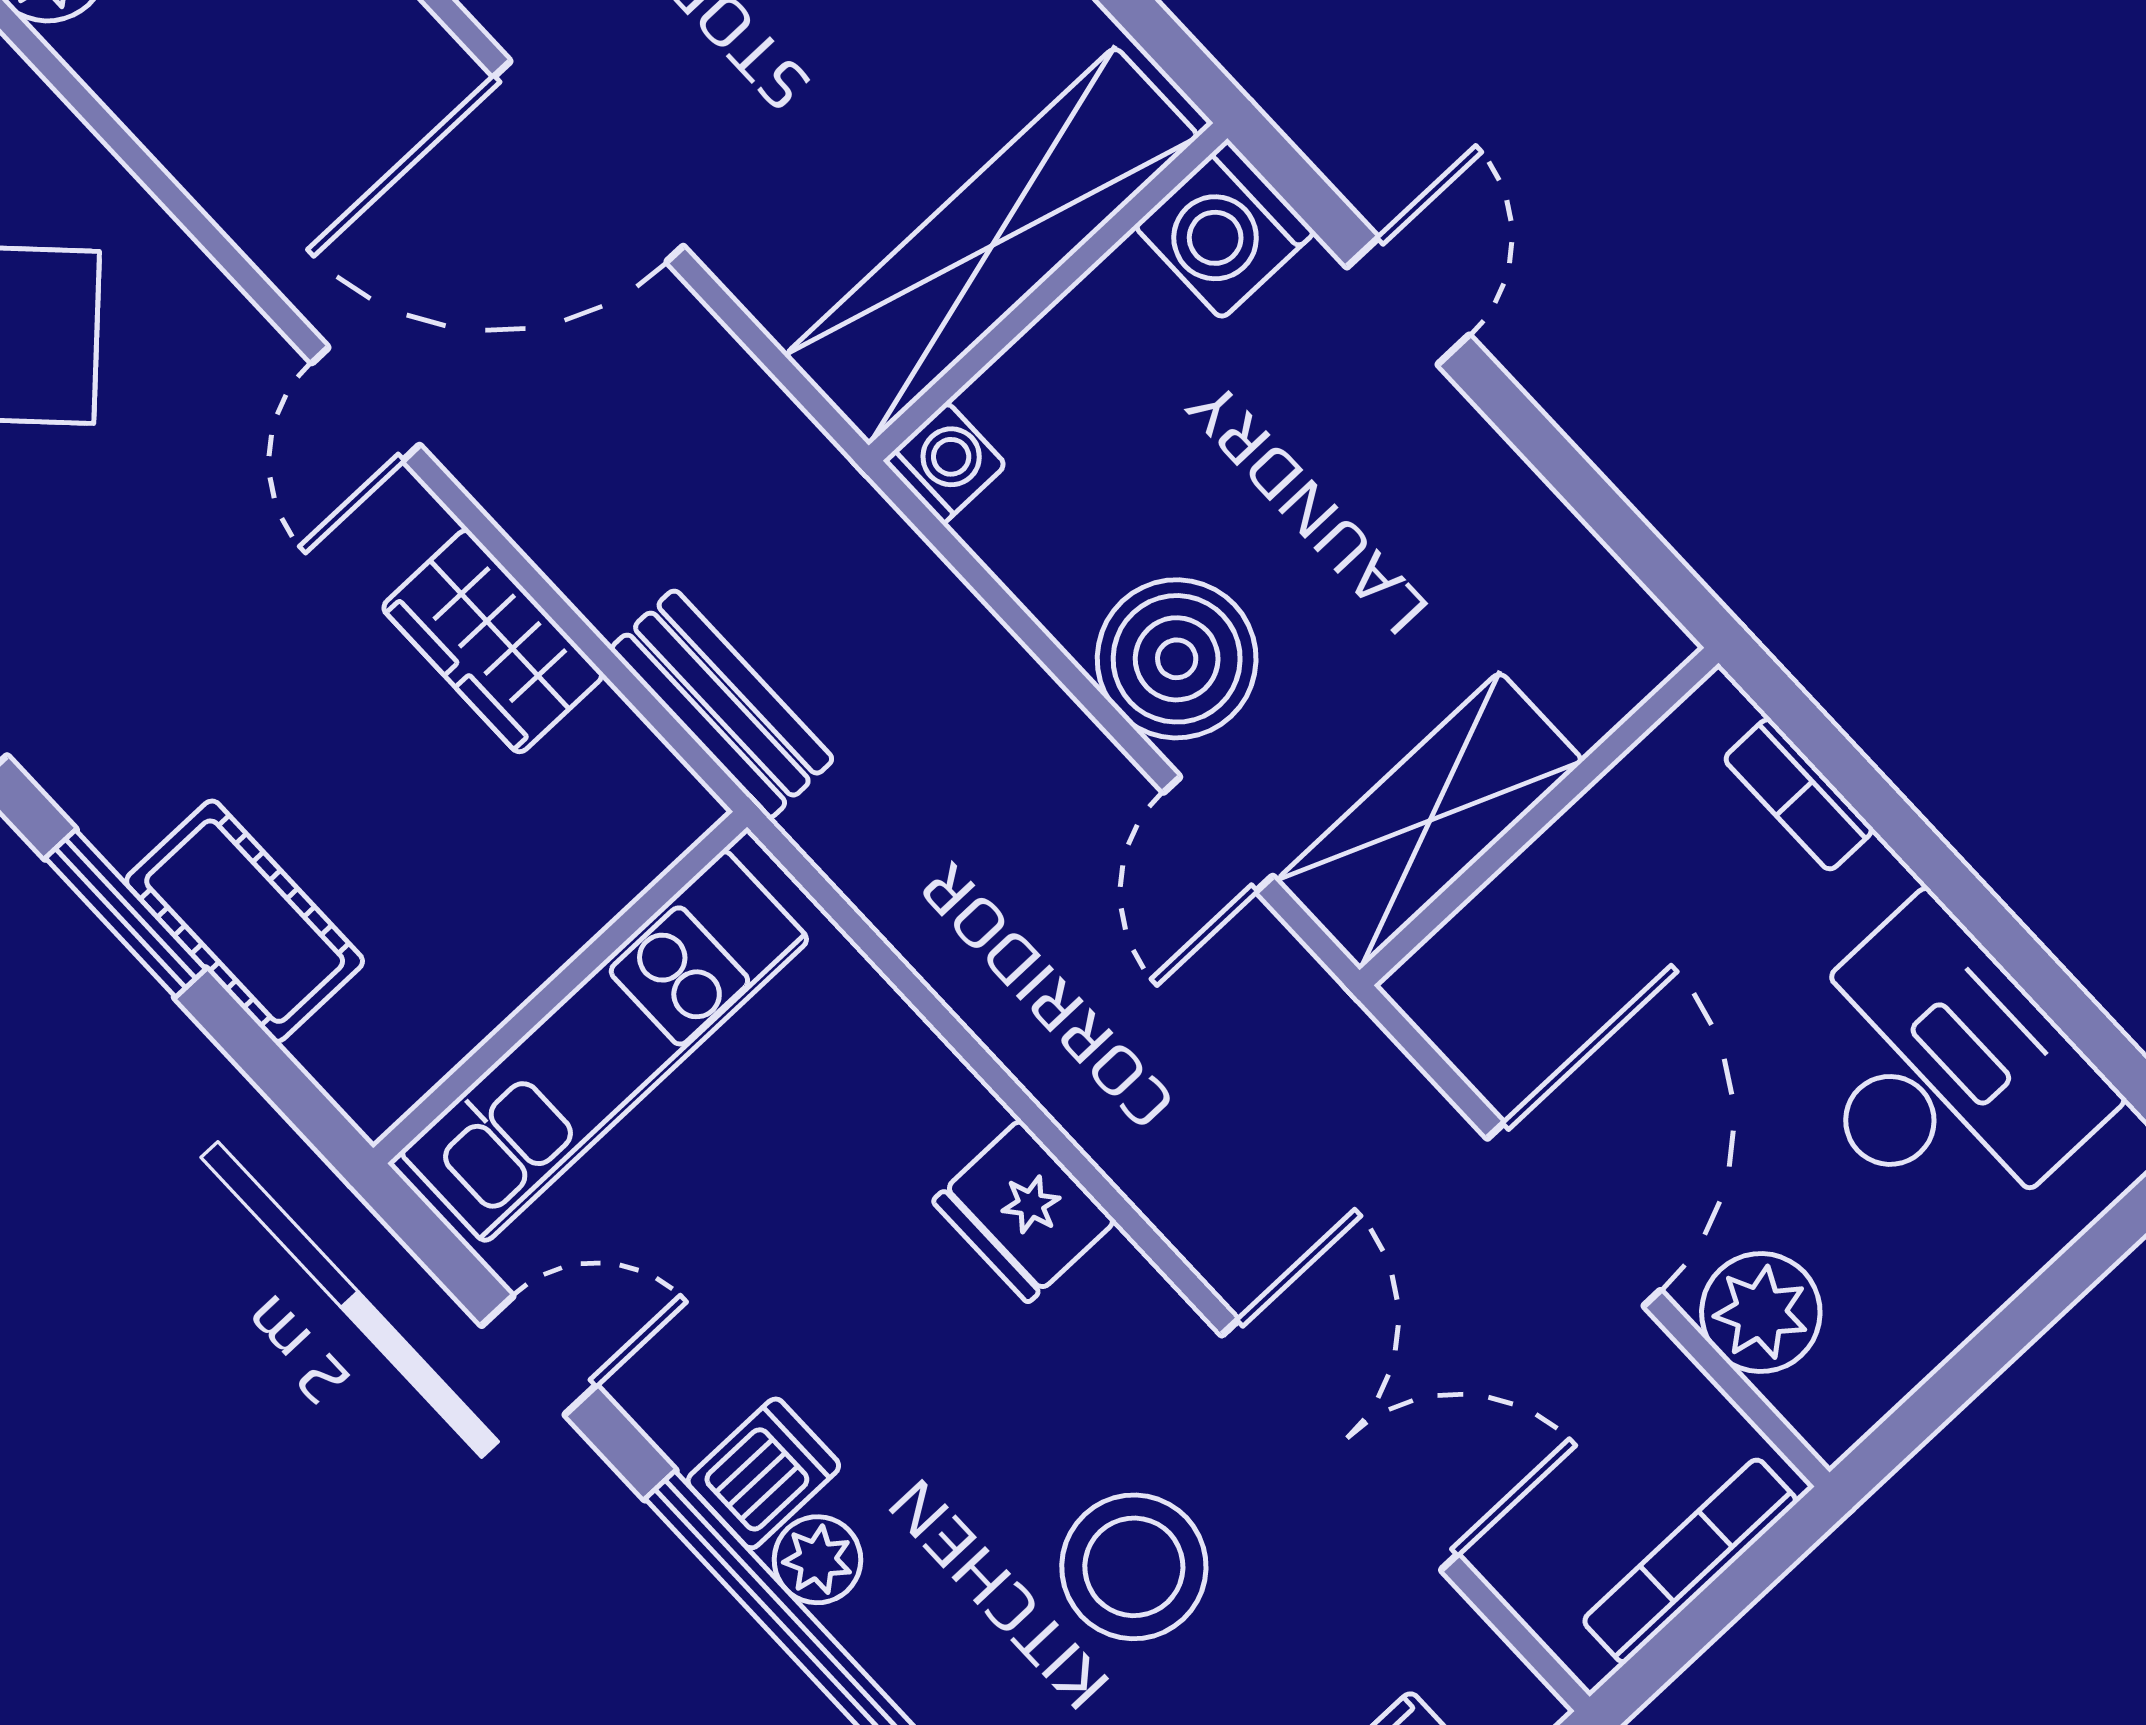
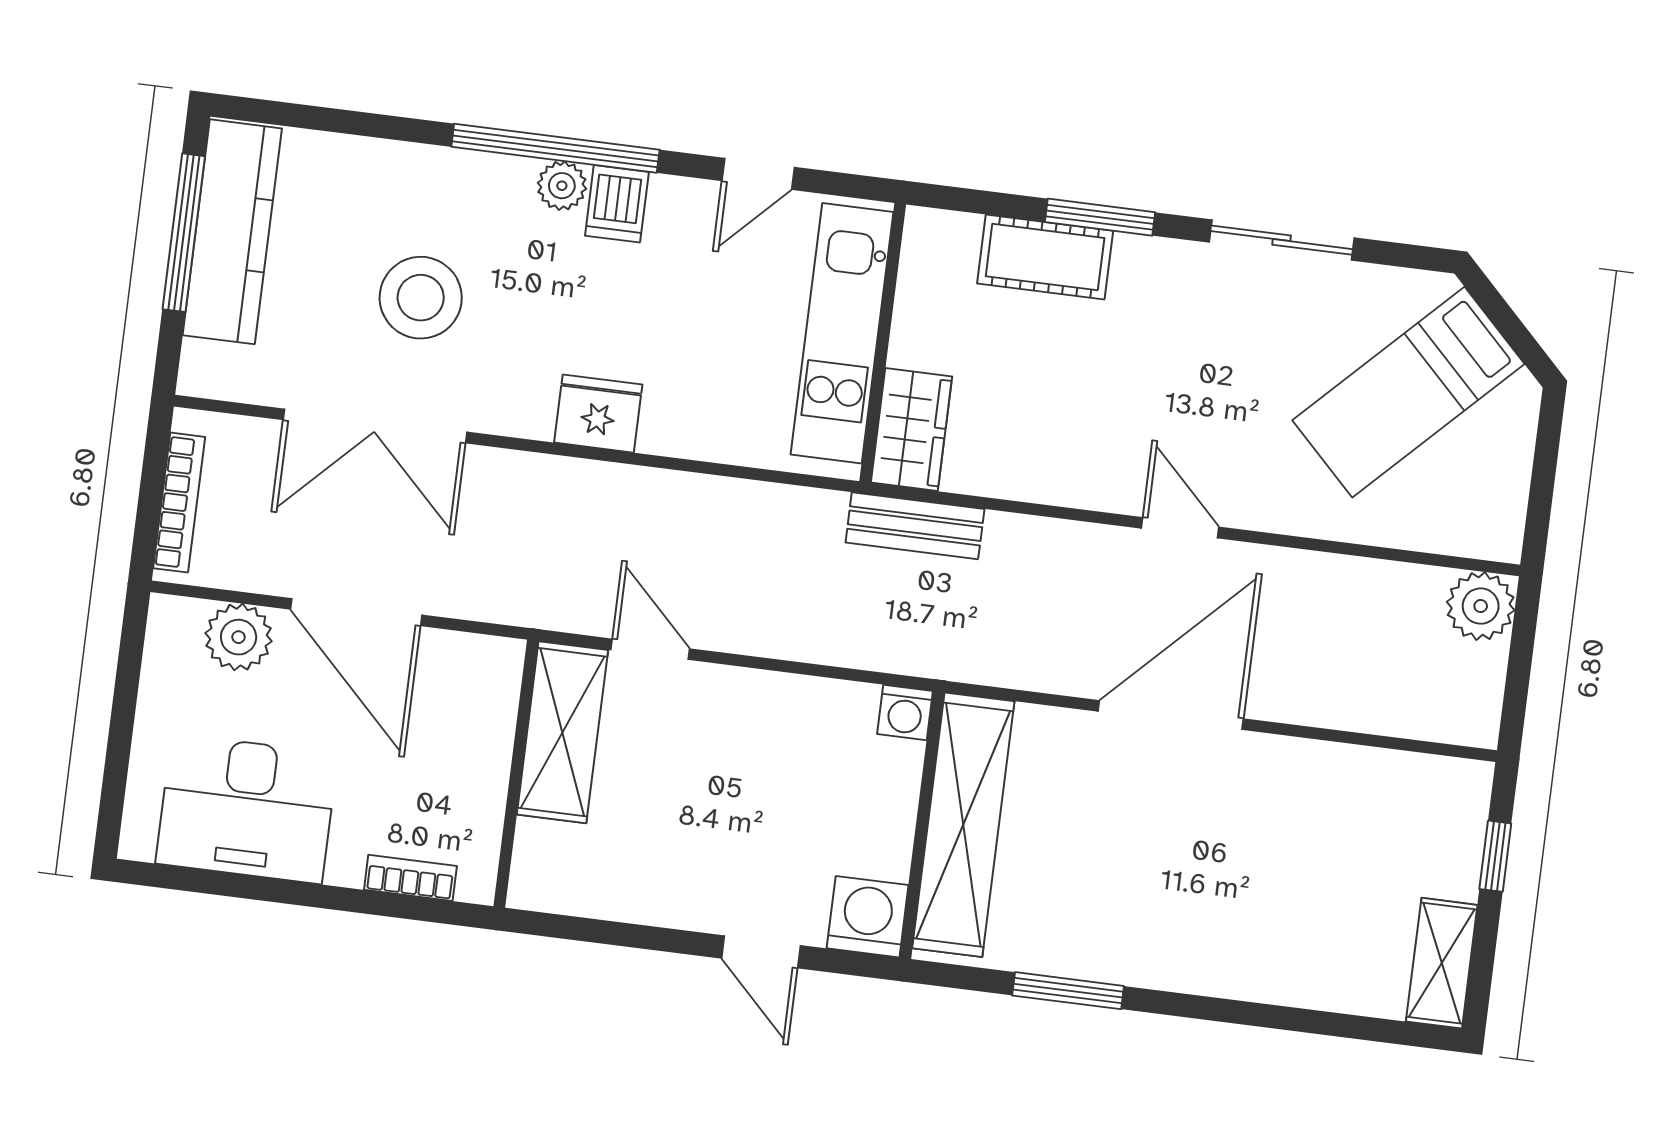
wardrobe: (493, 641) -> (911, 430), moved, turned 90
boiler: (1177, 659) -> (732, 711), removed

